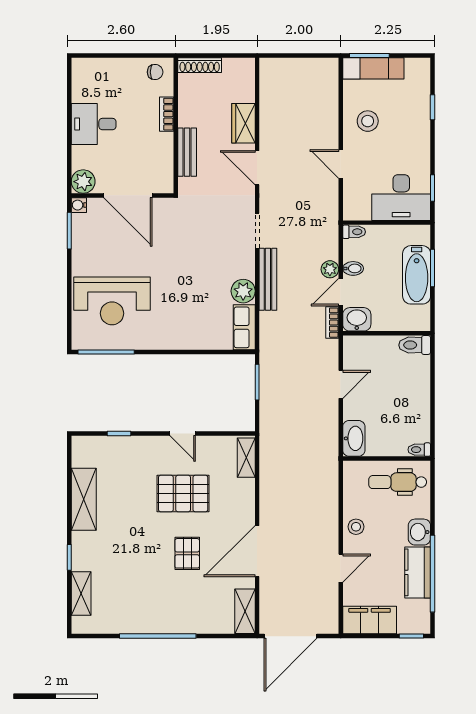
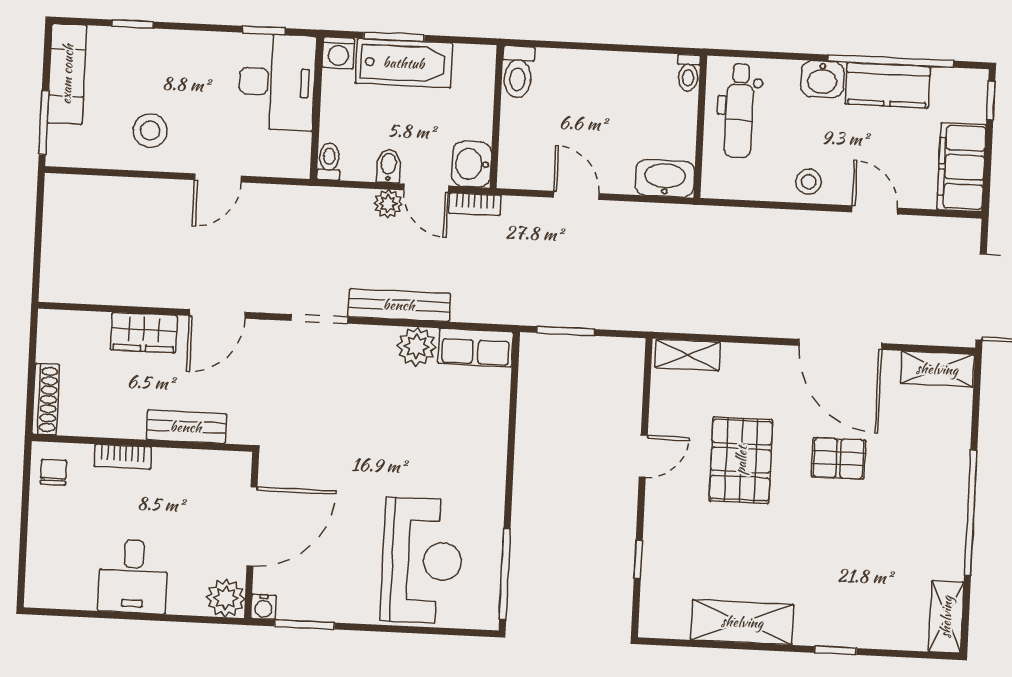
exam couch: (373, 68) -> (67, 74), moved
washing machine: (421, 234) -> (338, 53), added
shelving: (81, 593) -> (946, 617), moved, turned 90

